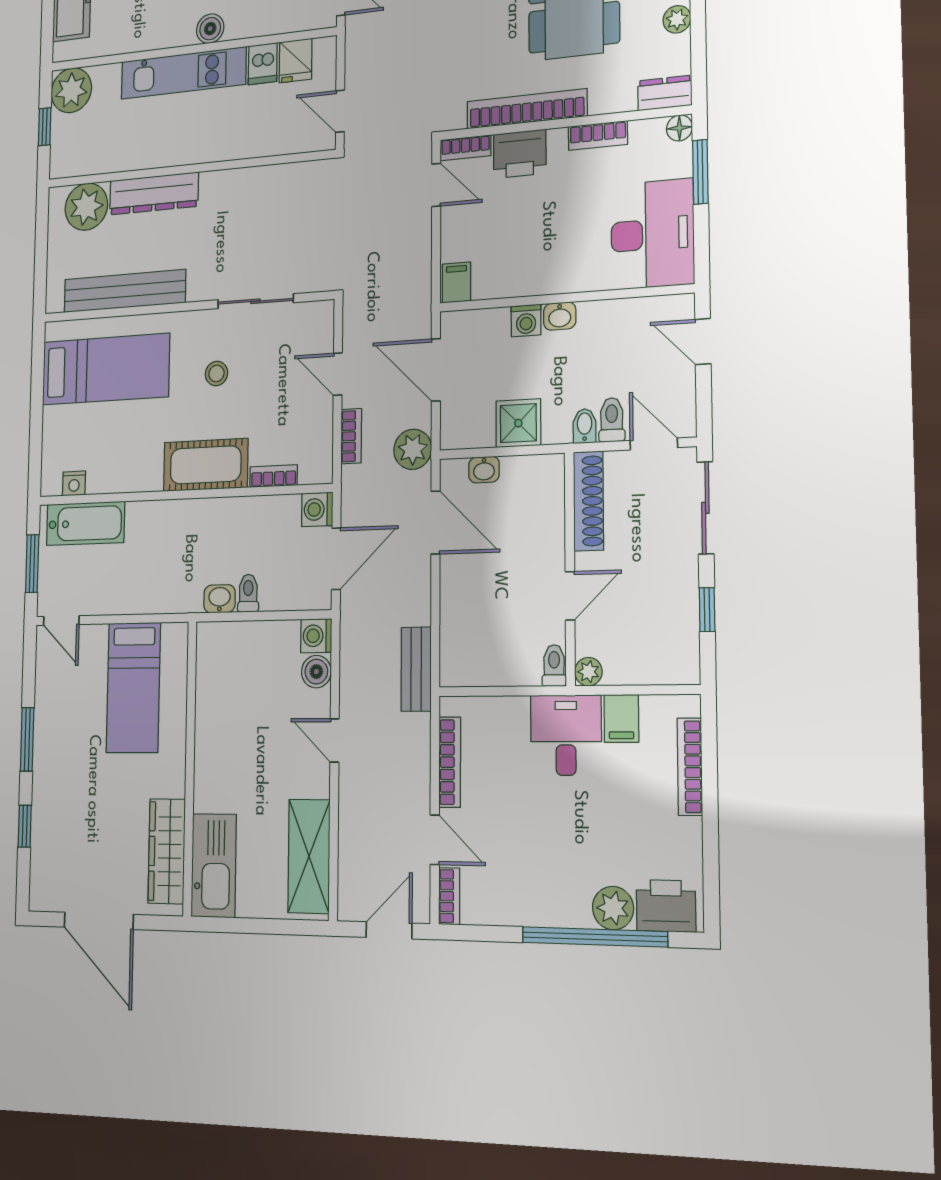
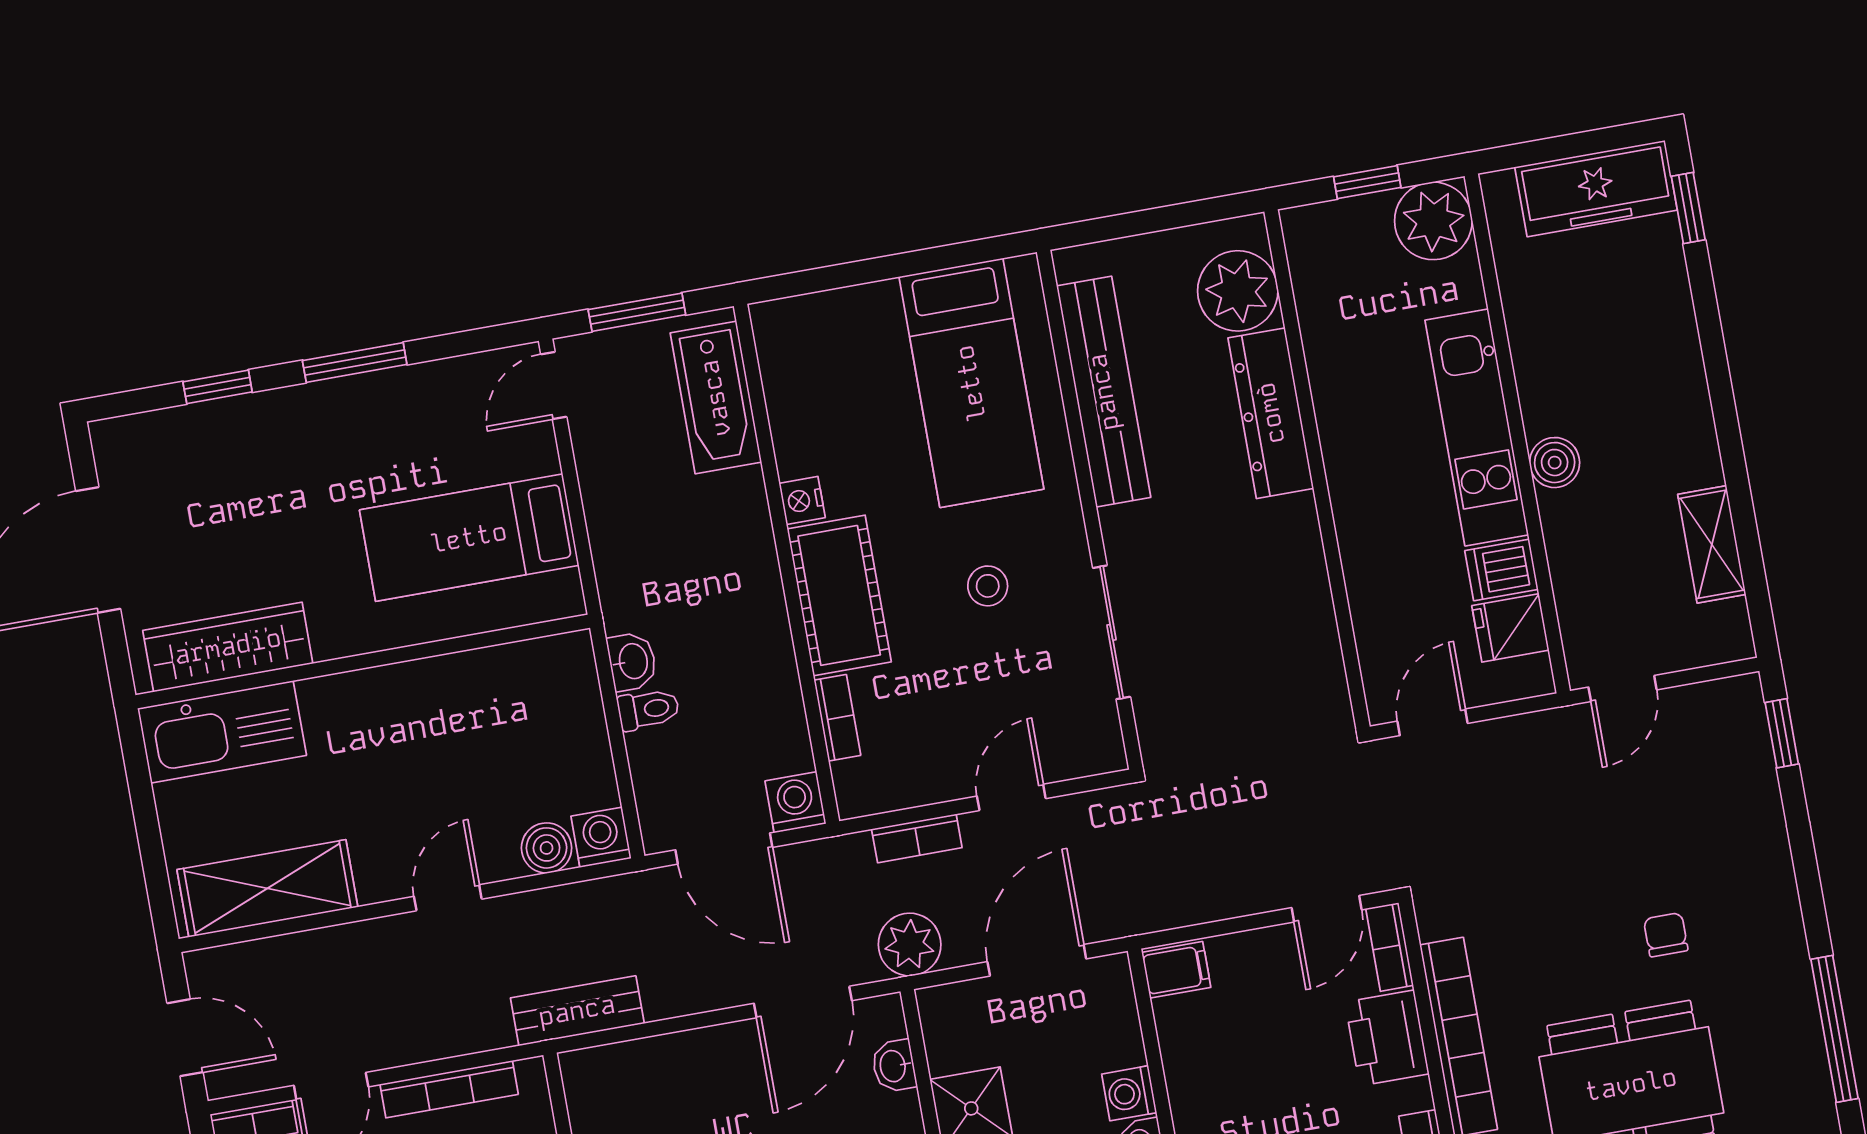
nightstand: (74, 484) -> (802, 500), moved

